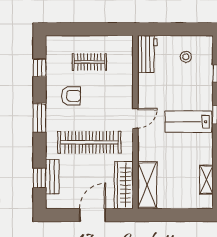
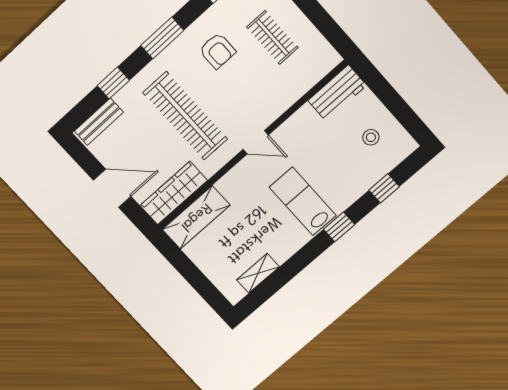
bench: (52, 177) -> (99, 122), moved
window: (39, 178) -> (113, 83), moved

